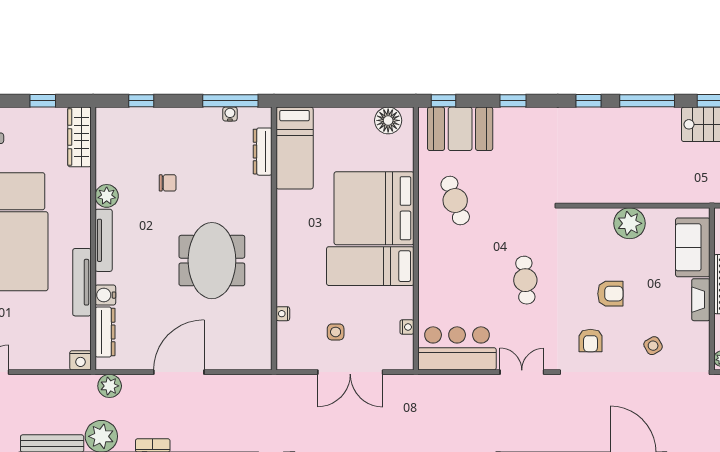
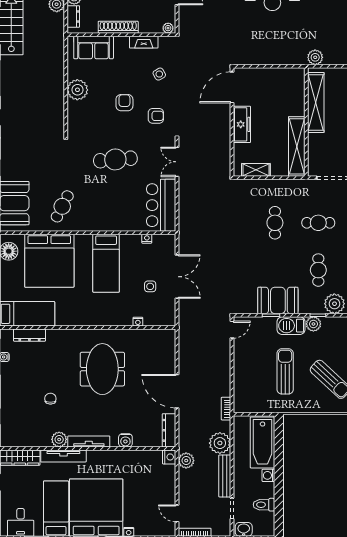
cafe table: (455, 201) -> (62, 206), turned -44
bed: (374, 208) -> (49, 261), moved
meeting table: (212, 261) -> (102, 369), turned 90
cafe table: (525, 280) -> (115, 159), width x1.37, depth x1.35
tv unit: (82, 282) -> (63, 456), moved
fireplace: (701, 300) -> (144, 42), moved
dresser: (105, 332) -> (169, 430), moved, turned -90
plant: (110, 386) -> (186, 461), moved

